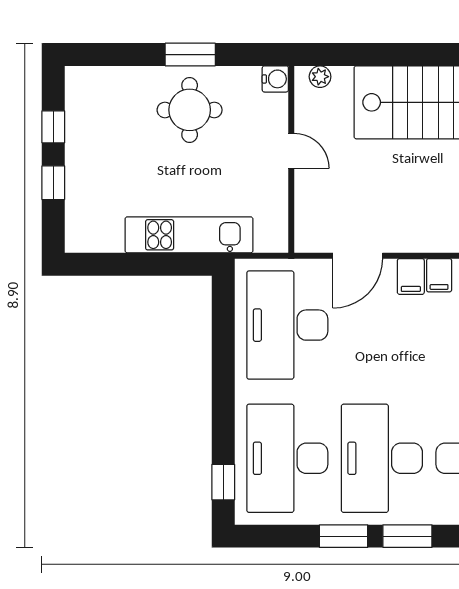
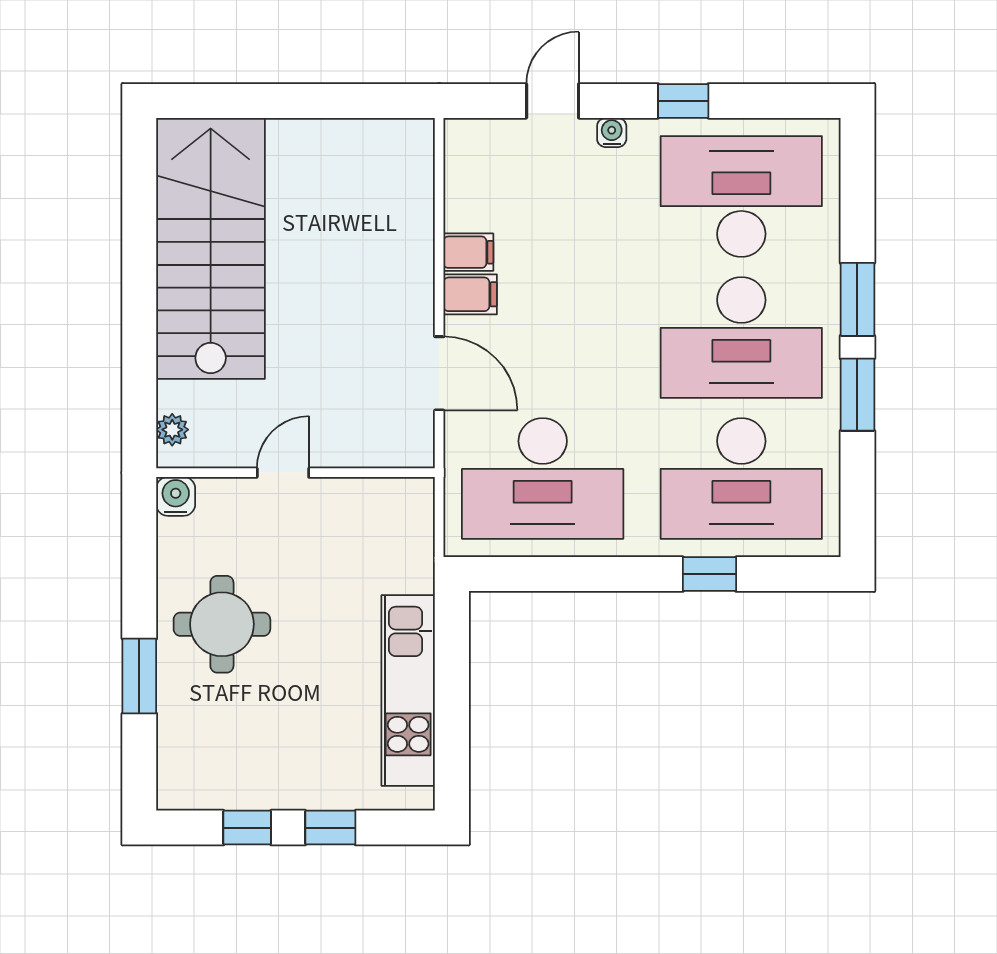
window: (190, 55) -> (139, 676), moved
kitchen unit: (189, 235) -> (408, 691), moved
window: (223, 482) -> (709, 574), moved

